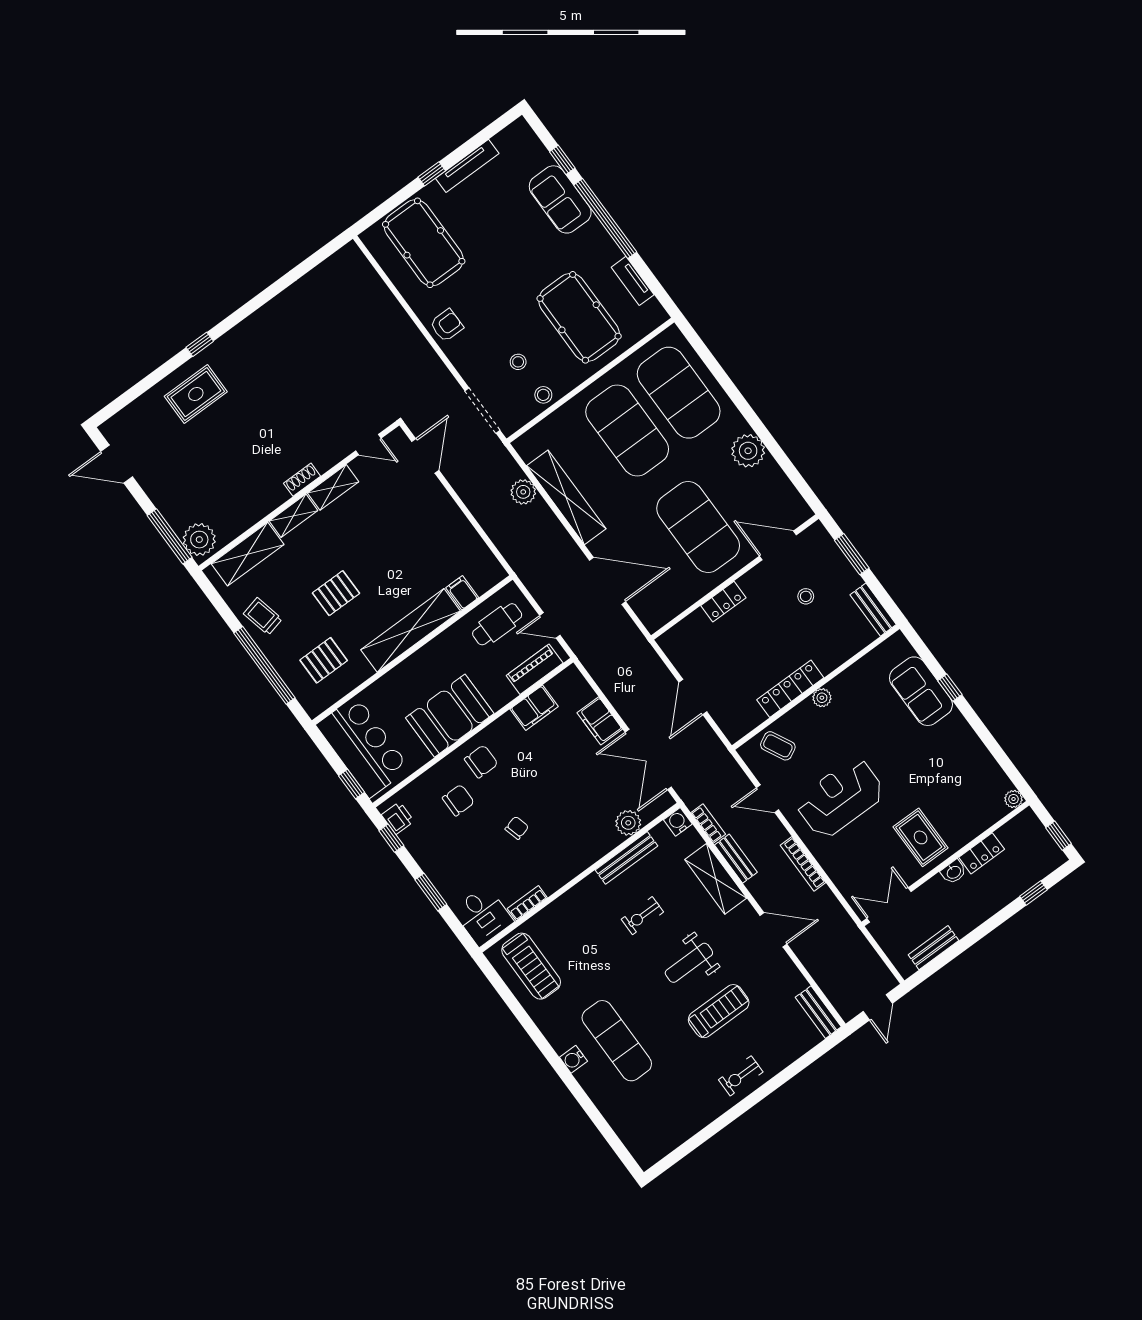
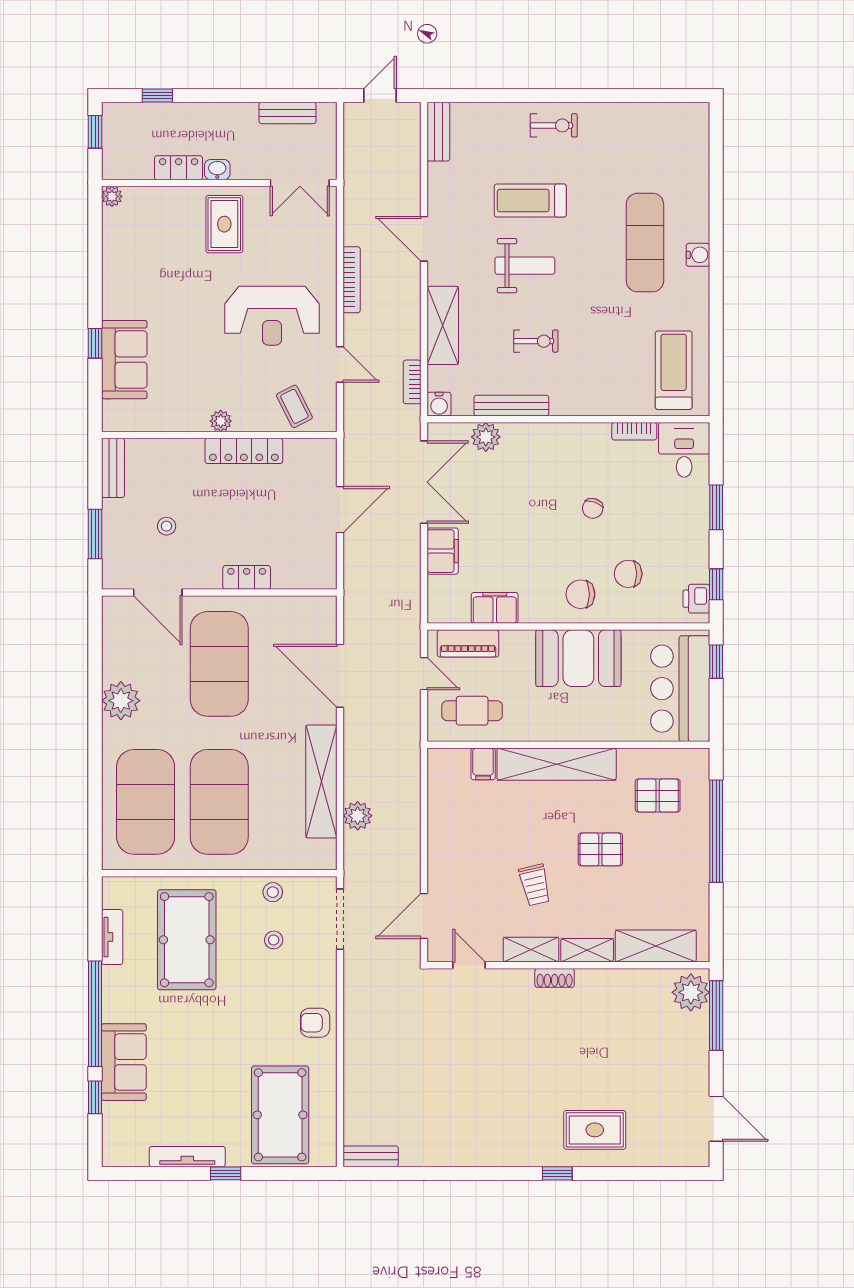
trolley: (263, 616) -> (535, 885), moved
chair: (517, 828) -> (593, 508), turned -56
bench: (736, 859) -> (371, 1156), moved, turned 90

